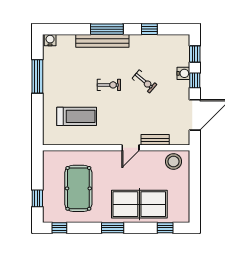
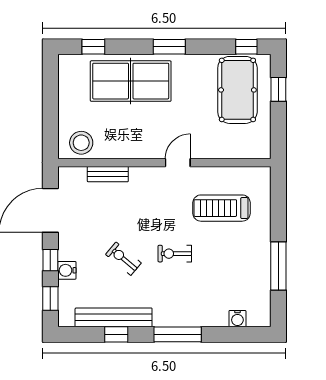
water cooler: (50, 40) -> (237, 319), moved
bench: (102, 41) -> (114, 317), moved
door: (130, 148) -> (178, 163), moved
pool table: (78, 188) -> (237, 90), moved

